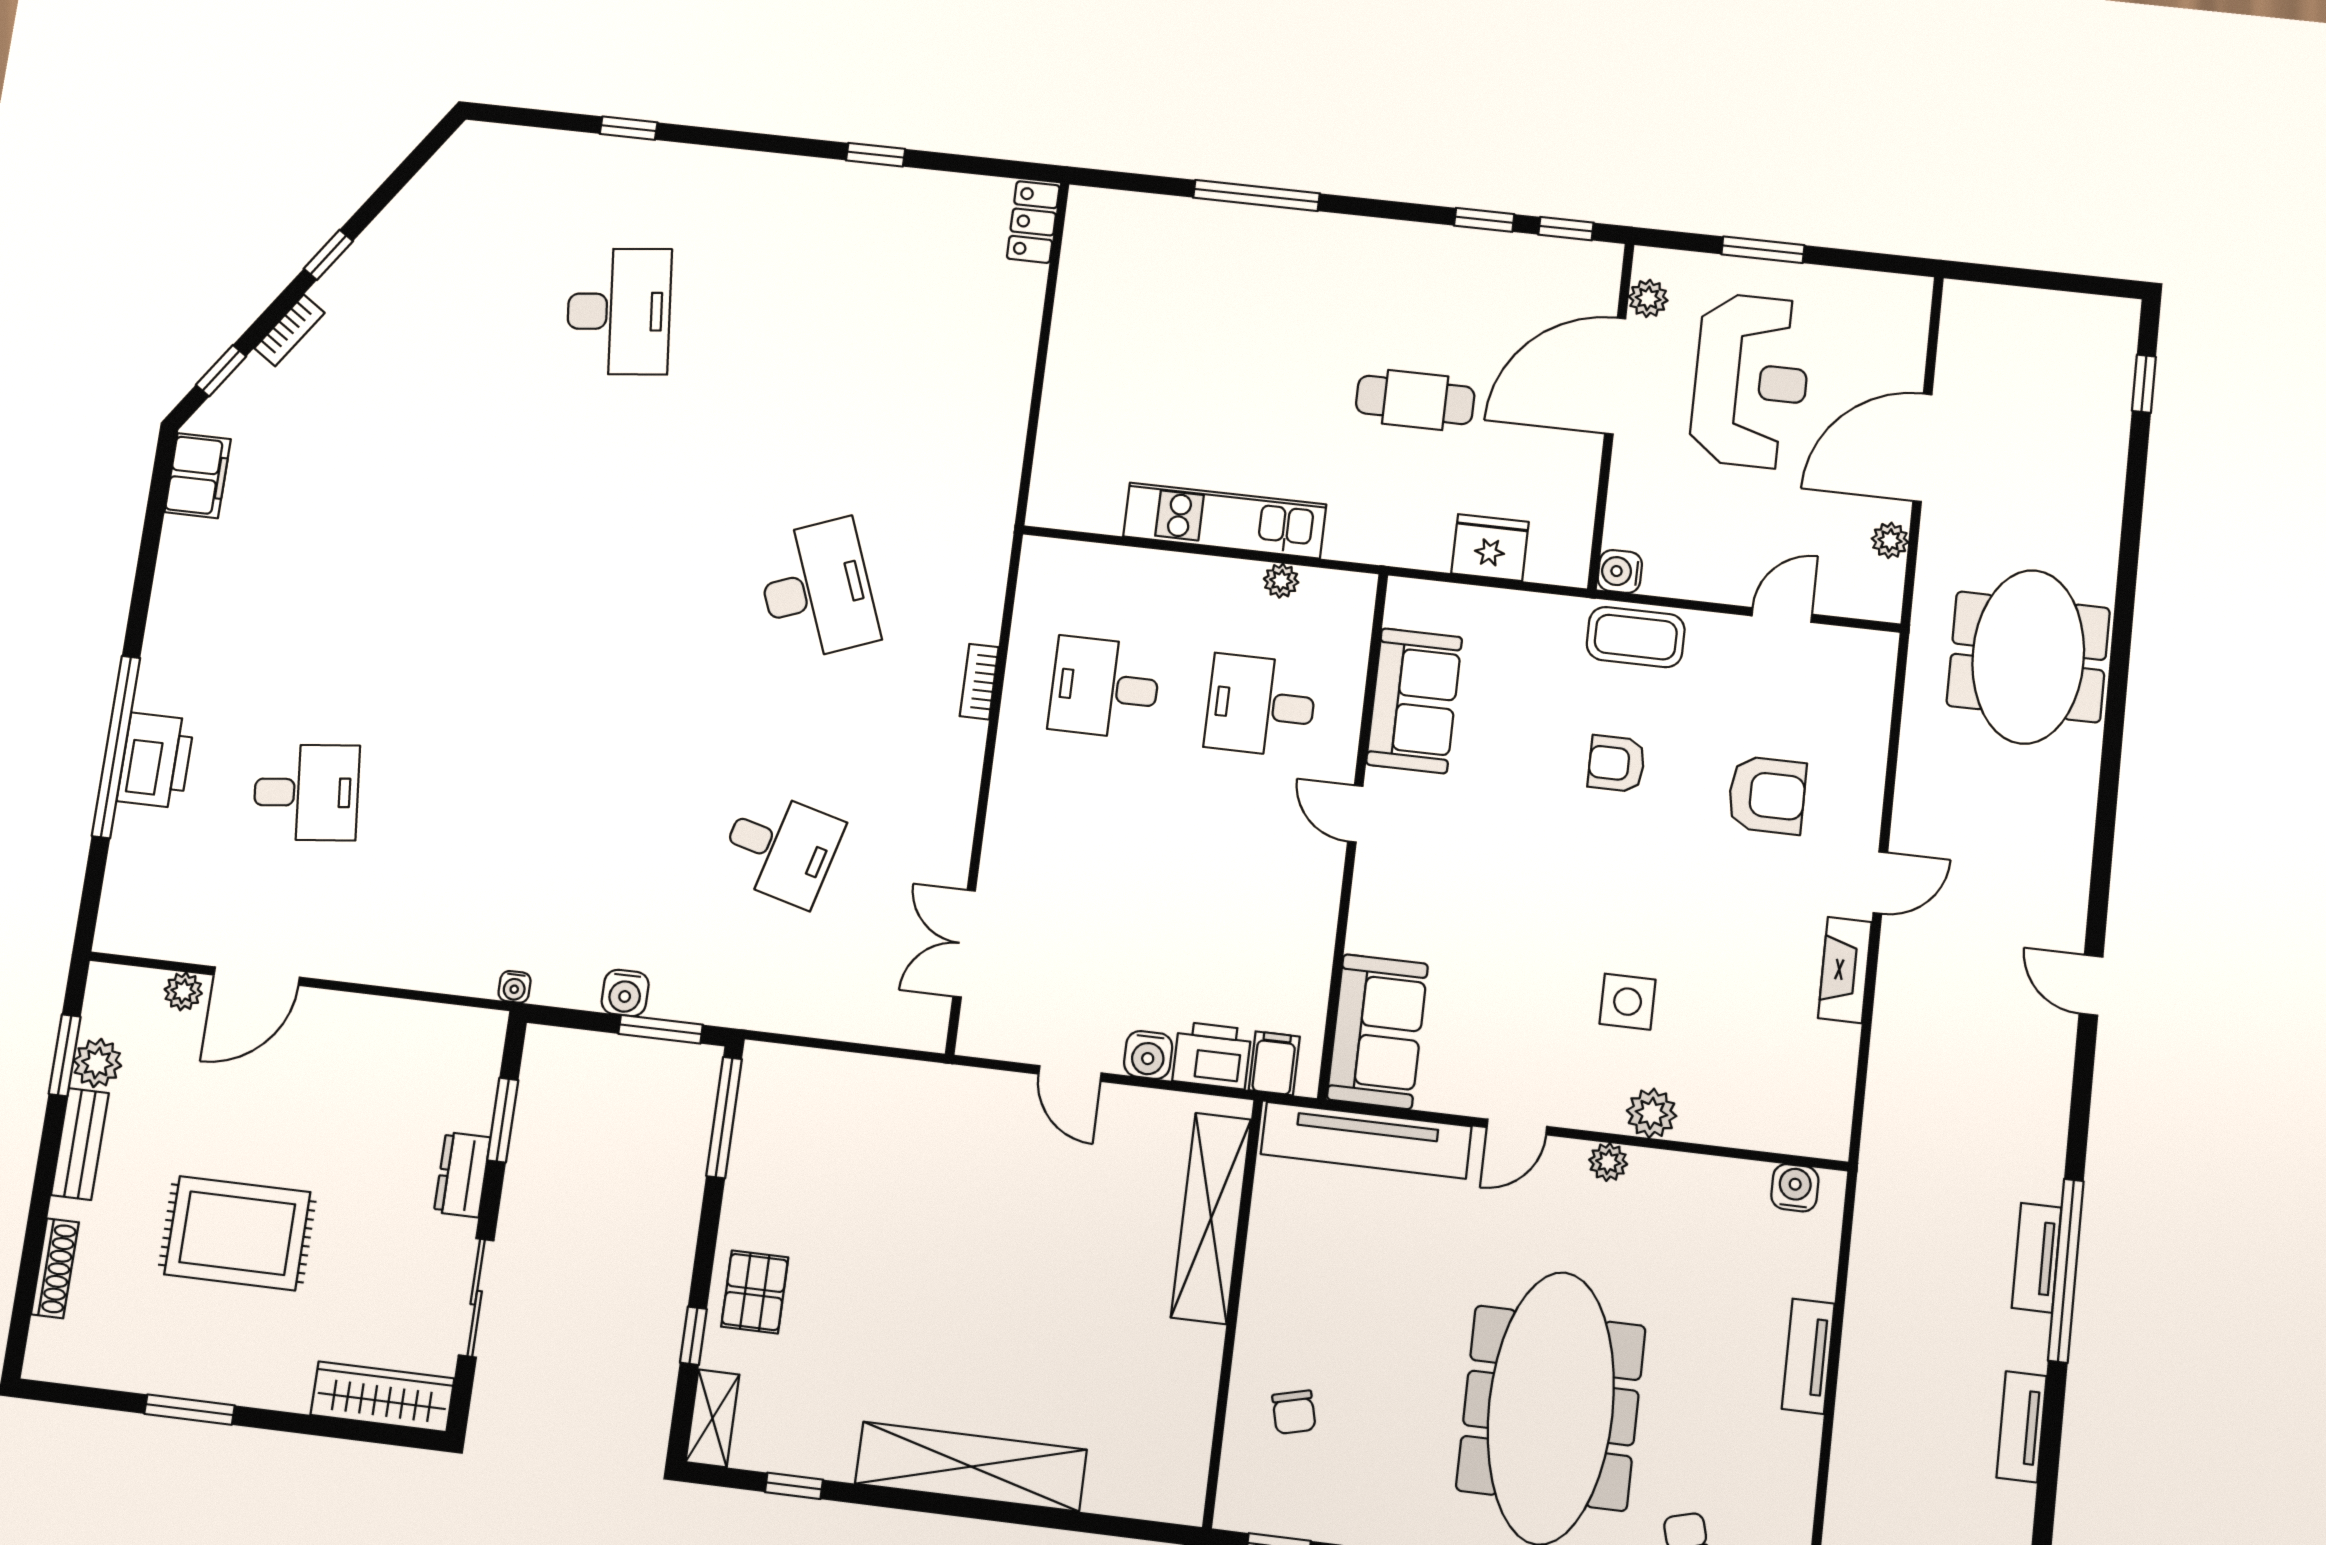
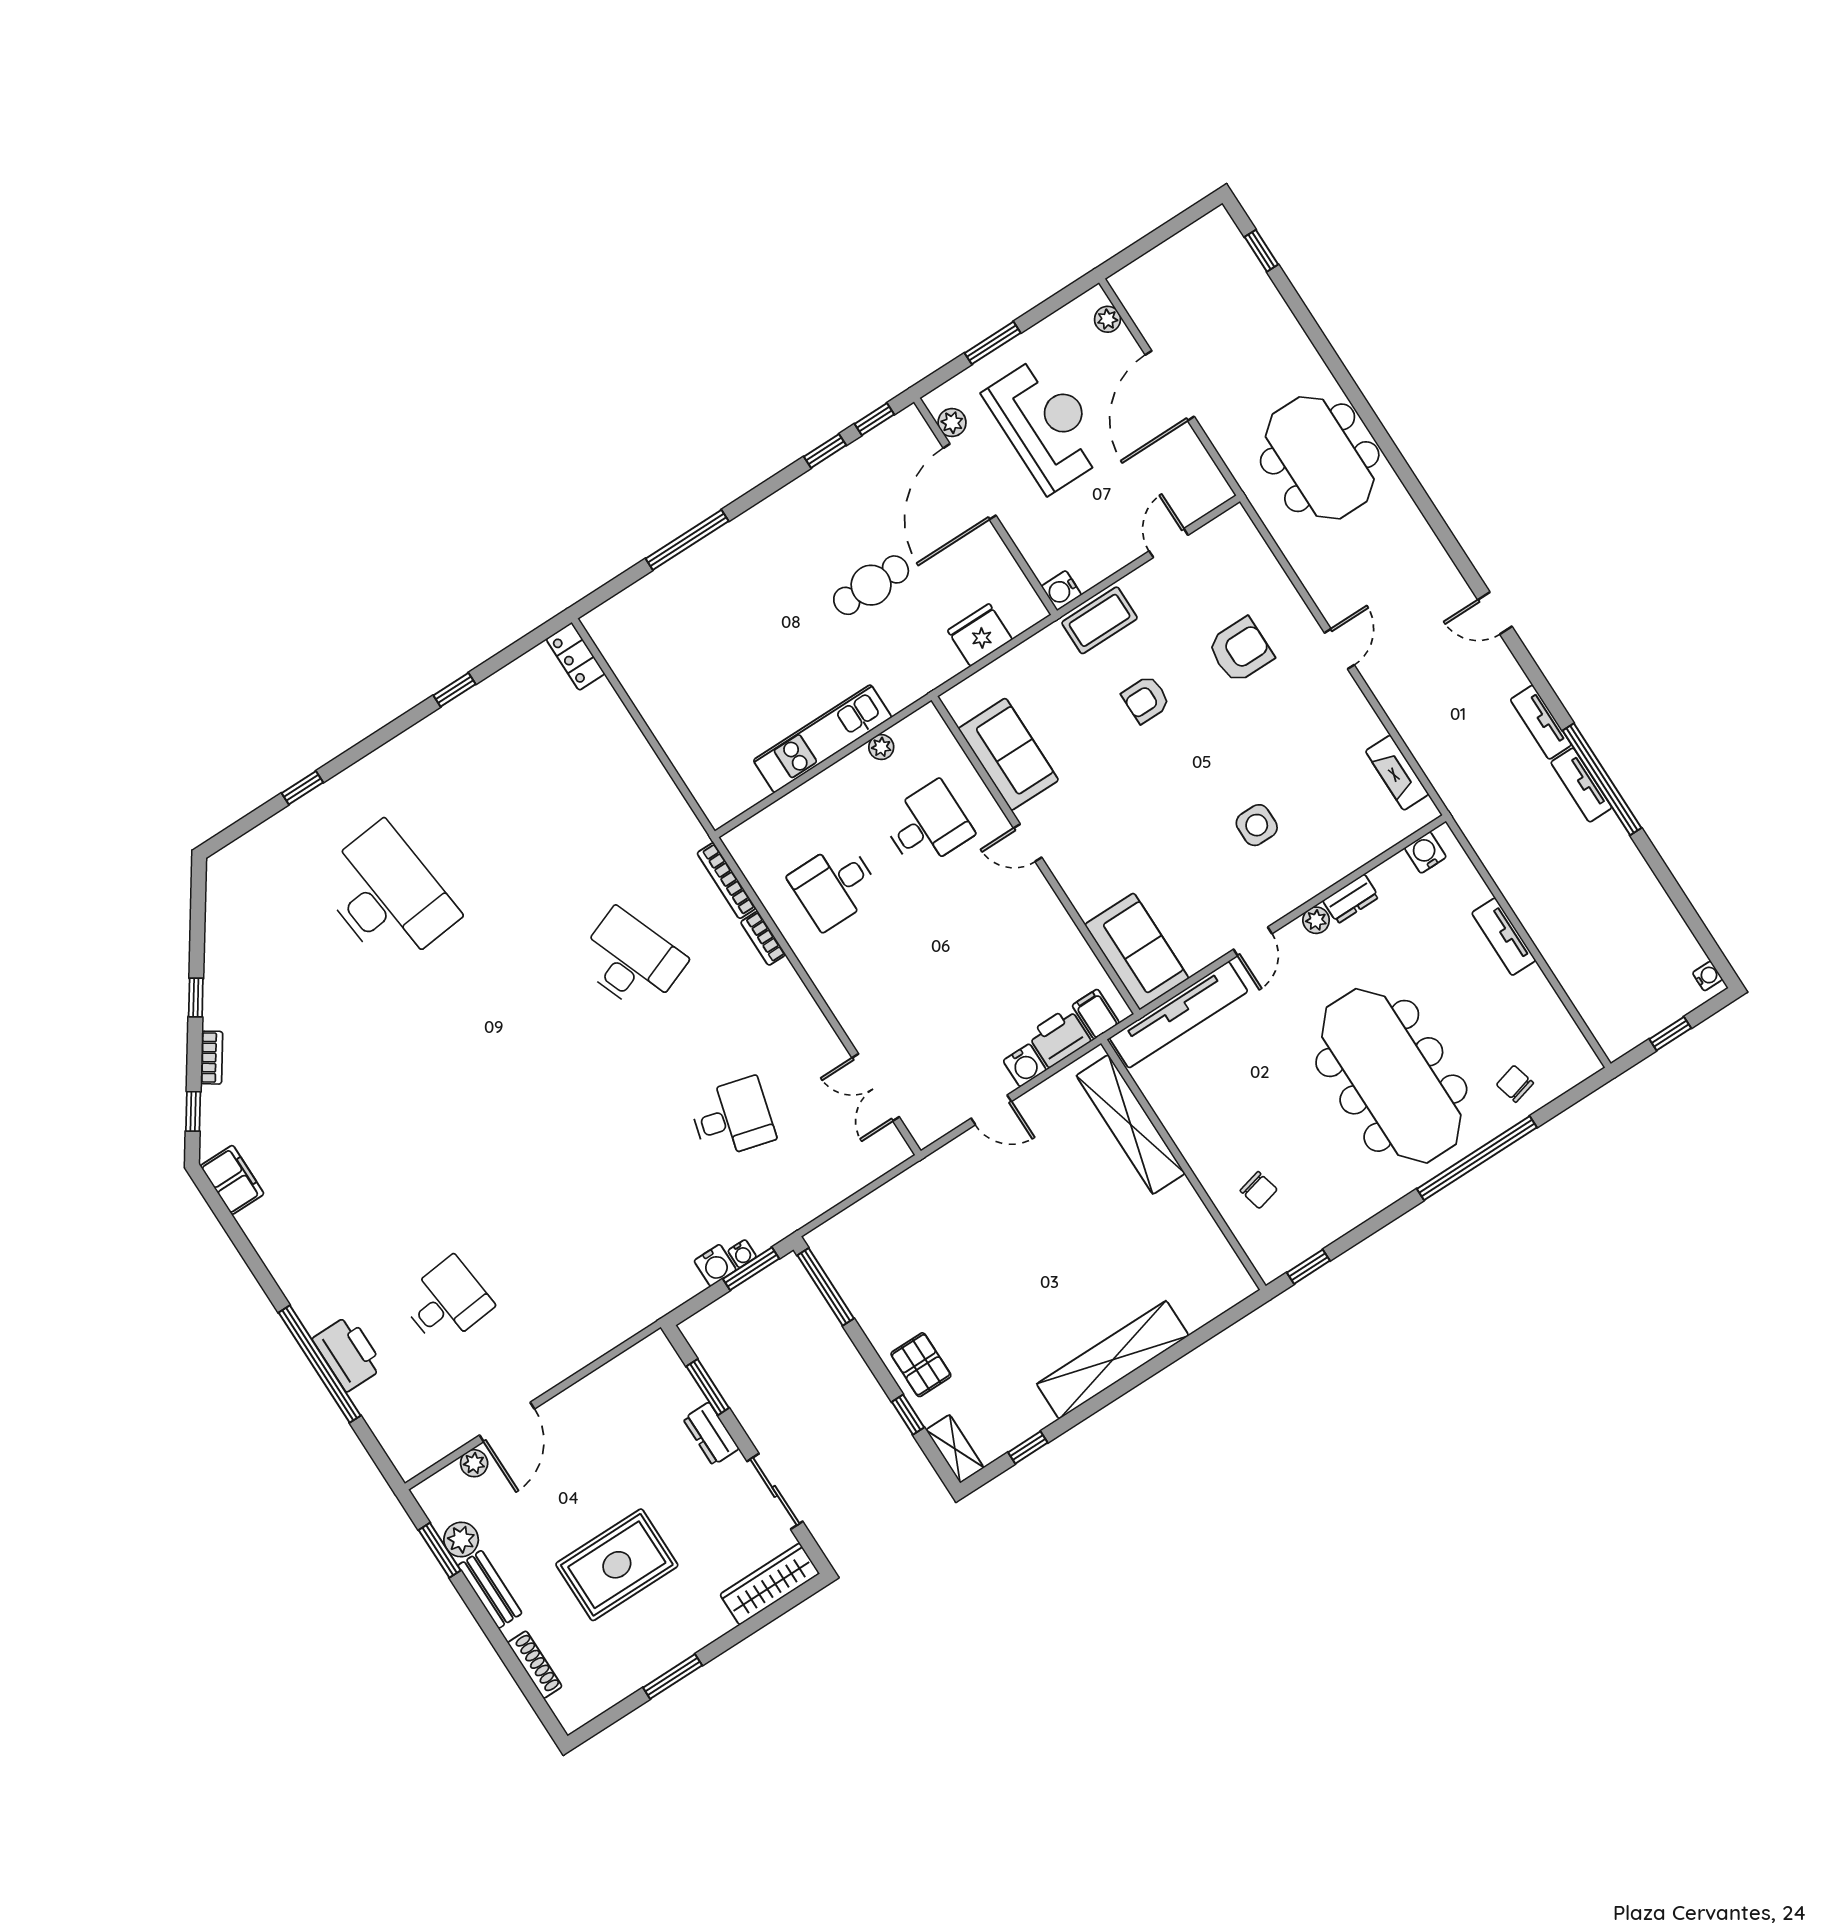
desk: (619, 311) -> (387, 896), width x1.36, depth x1.30
plant: (1890, 540) -> (1108, 319), moved
bookcase: (992, 588) -> (726, 881), added
desk: (1261, 706) -> (927, 825), turned 180
fireplace: (1845, 970) -> (1397, 773), moved
water cooler: (515, 987) -> (742, 1254), moved
plant: (1652, 1113) -> (1318, 875), removed
dresser: (1667, 1170) -> (1351, 899), added
tv unit: (2021, 1427) -> (1541, 722), moved

